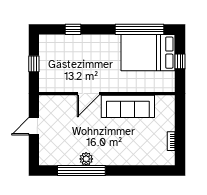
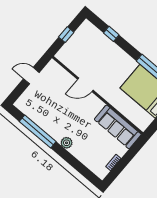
sofa: (128, 106) -> (118, 127), moved
plant: (86, 159) -> (67, 143), moved

